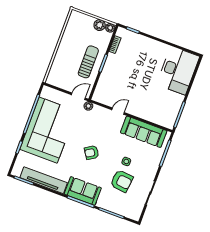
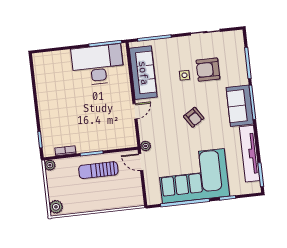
plant: (100, 25) -> (56, 207), moved
desk: (178, 70) -> (98, 65), moved
door: (118, 111) -> (135, 111), swing flipped
armchair: (122, 181) -> (208, 70), turned -96

